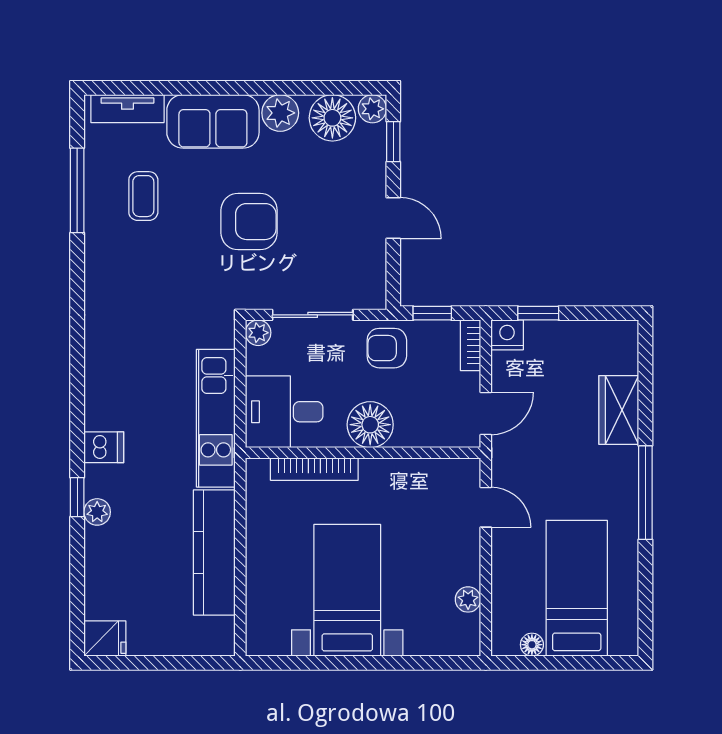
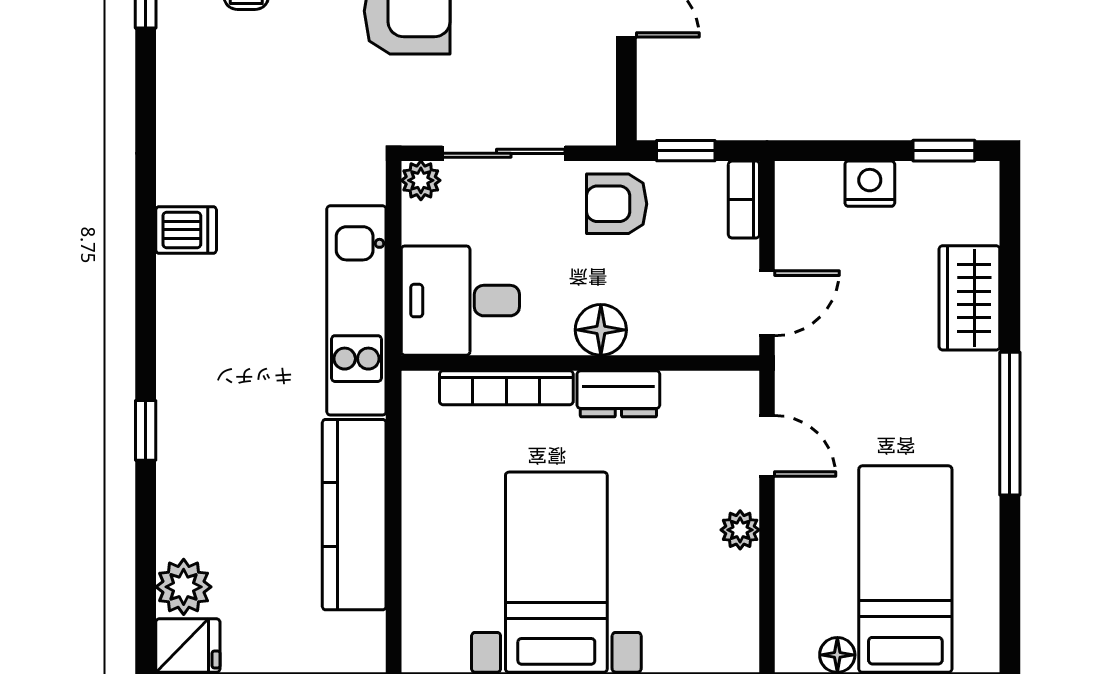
window: (538, 313) -> (944, 151), moved
nightstand: (507, 335) -> (870, 184), moved
floor lamp: (370, 425) -> (601, 330), width x0.73, depth x0.73
dishwasher: (104, 447) -> (186, 230), moved
dresser: (388, 473) -> (618, 394), added
plant: (97, 512) -> (184, 587), moved, width x1.38, depth x1.38
plant: (468, 599) -> (740, 530), moved

